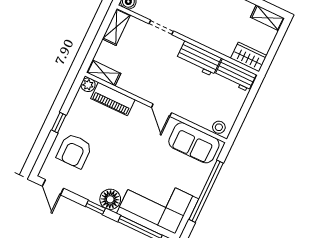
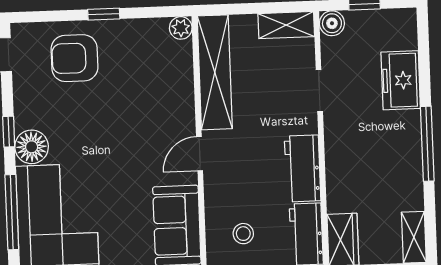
shelving: (104, 73) -> (215, 72), width x2.20, depth x1.33
piano: (113, 99) -> (179, 75), removed
stool: (219, 127) -> (243, 234), moved

